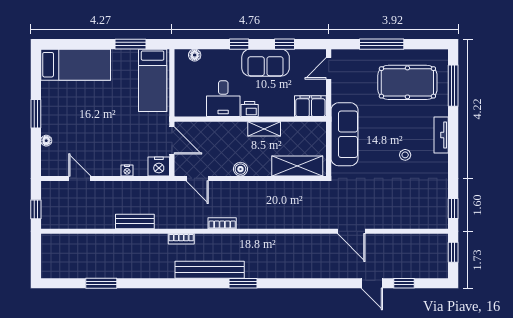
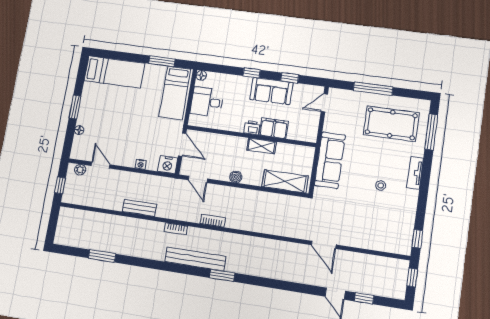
floor lamp: (195, 55) -> (201, 75), moved
desk: (223, 99) -> (207, 102), moved, turned 90
filing cabinet: (310, 106) -> (274, 128), moved
plant: (56, 187) -> (80, 170), added

